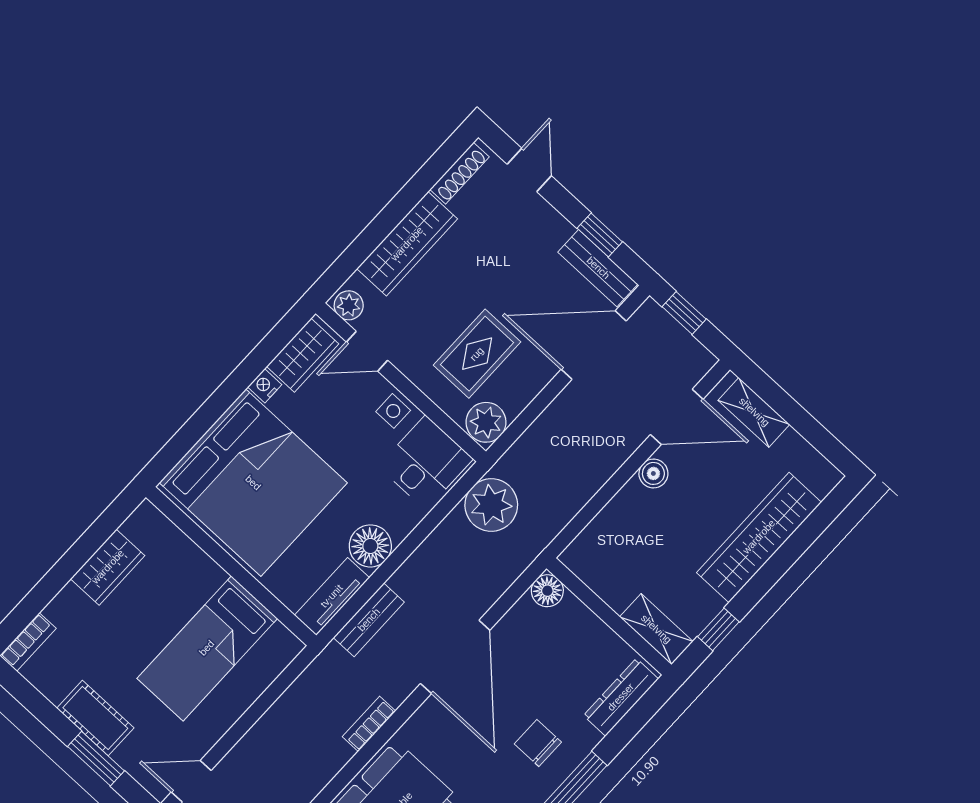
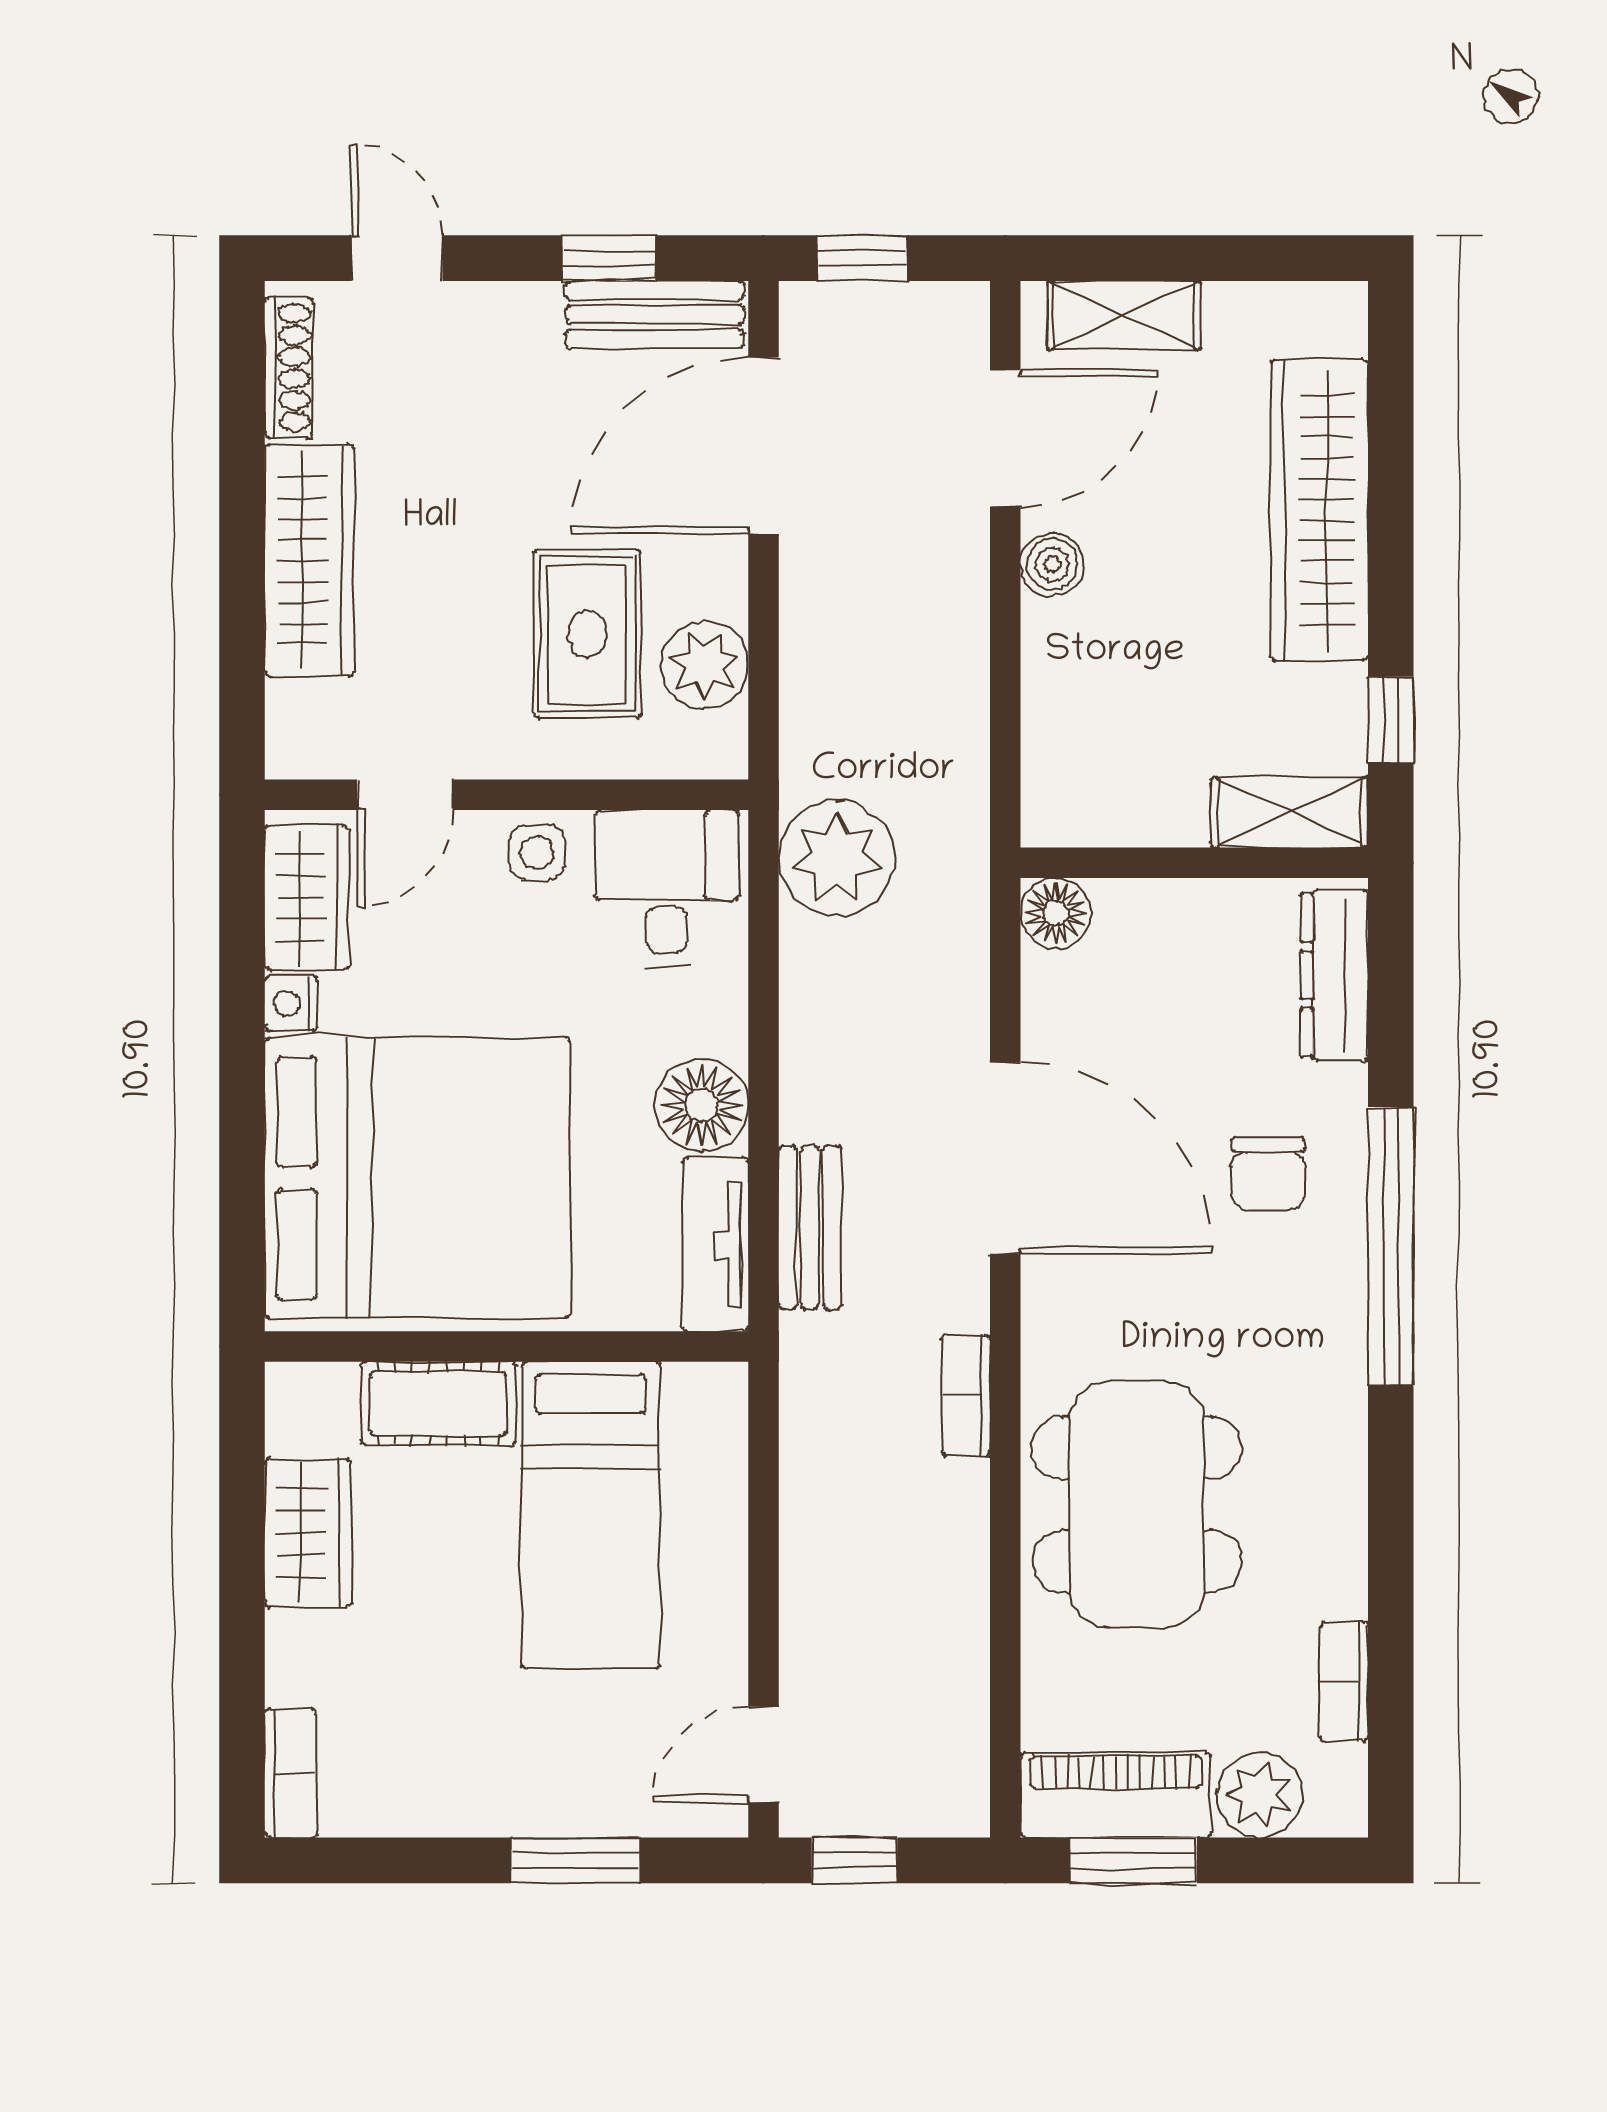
plant: (349, 305) -> (307, 748), removed
plant: (486, 422) -> (704, 665), moved
cot: (95, 718) -> (438, 1404), moved
chair: (538, 743) -> (1268, 1174), turned -90

